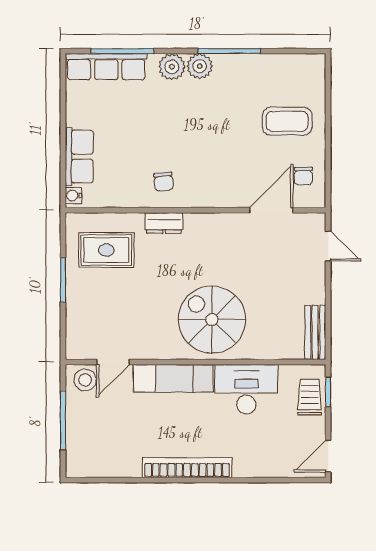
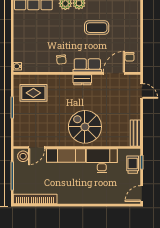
coffee table: (287, 121) -> (97, 28), moved
row of seats: (79, 157) -> (87, 65), moved, turned -90
dresser: (164, 223) -> (82, 80), moved
bookcase: (187, 468) -> (35, 199), moved

